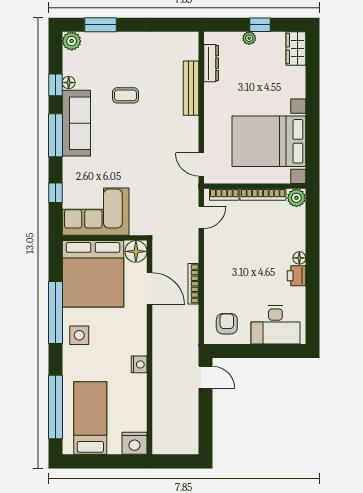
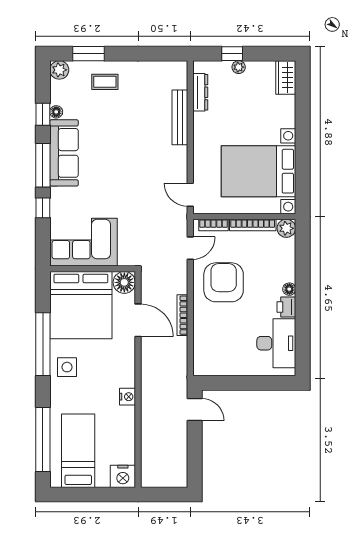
window: (260, 25) -> (232, 54), moved
coffee table: (126, 95) -> (105, 82), moved
window: (55, 193) -> (43, 208), moved
armchair: (227, 324) -> (224, 282), moved, width x1.88, depth x1.88
desk: (275, 325) -> (276, 343), moved, turned -90

